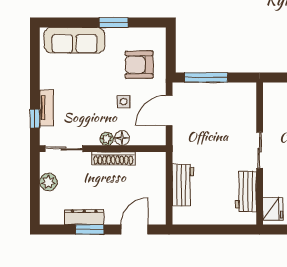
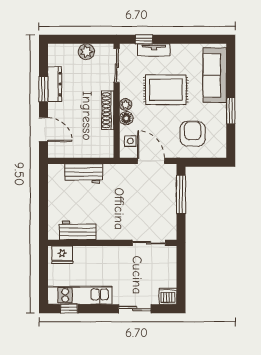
rug: (90, 94) -> (166, 90), added
side table: (124, 102) -> (130, 141), moved
sliding door: (260, 150) -> (149, 243), moved

